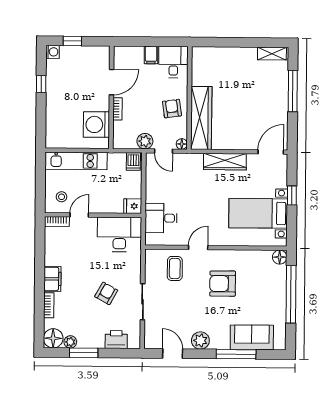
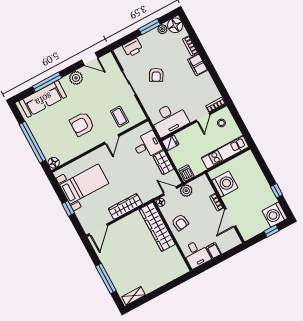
washing machine: (53, 52) -> (275, 215), width x1.89, depth x1.89
wardrobe: (154, 188) -> (163, 163), added
armchair: (223, 284) -> (82, 124), turned 180
sofa: (252, 337) -> (43, 99), width x1.36

